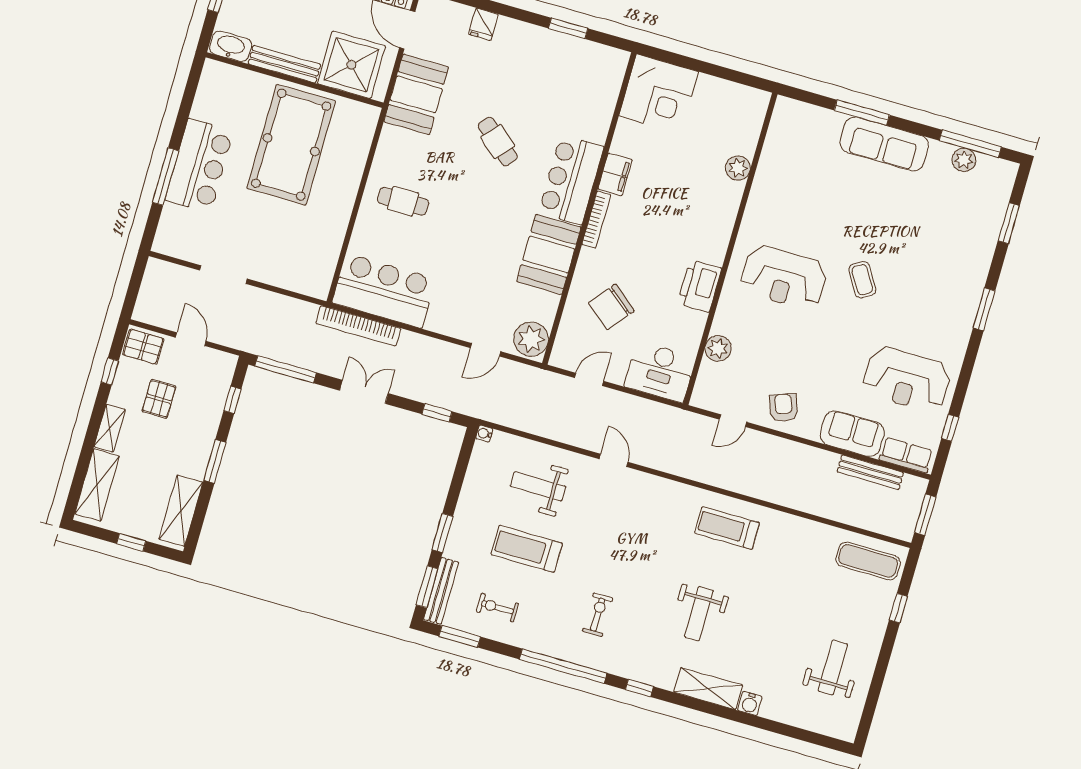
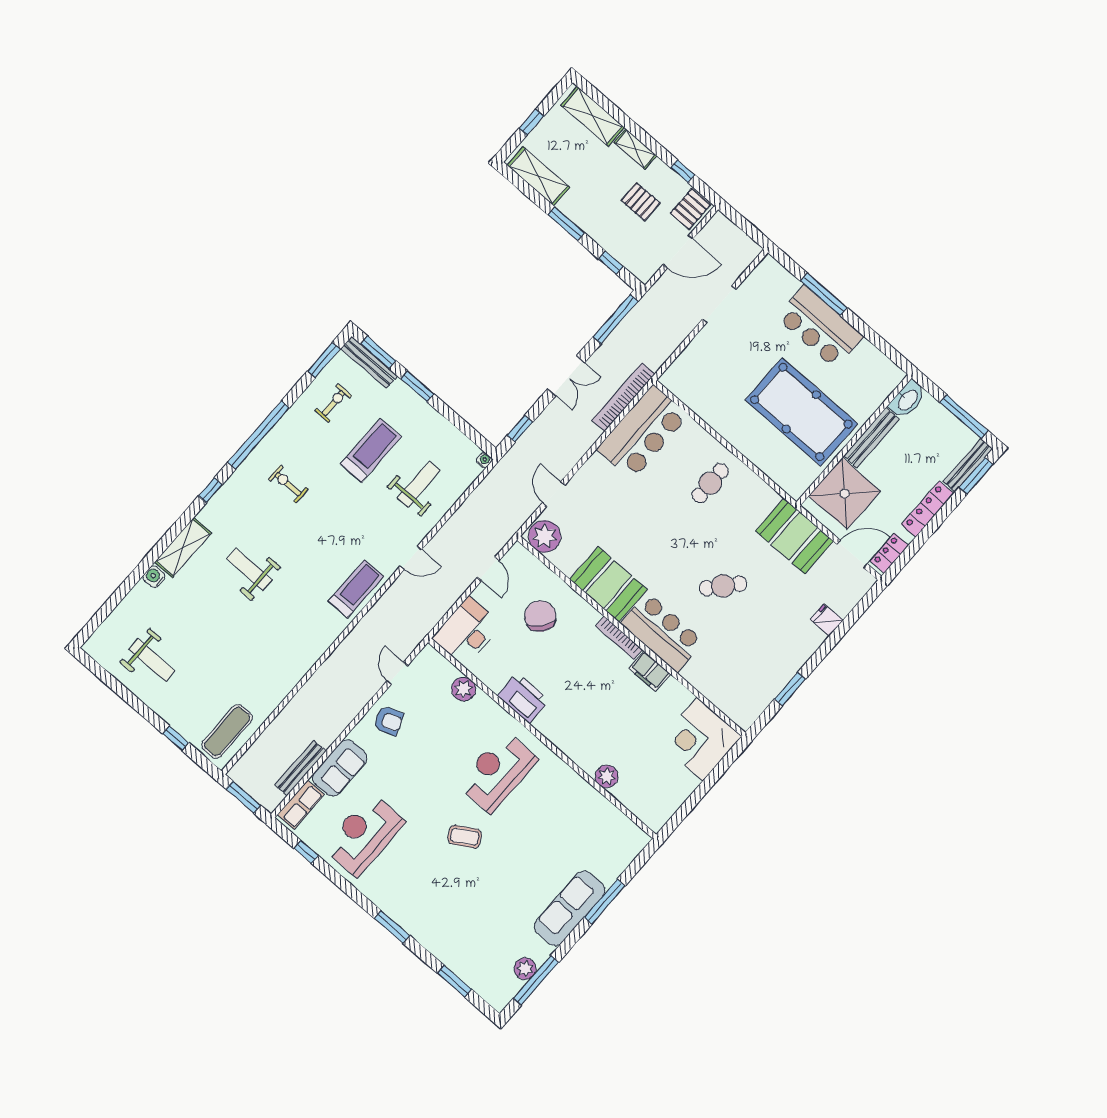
door: (191, 339) -> (678, 252), width x1.38
treadmill: (727, 528) -> (356, 589), moved
exercise bike: (598, 615) -> (288, 484), turned 180

